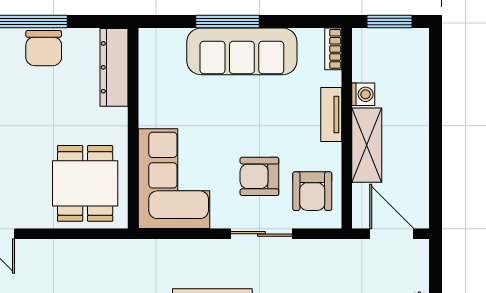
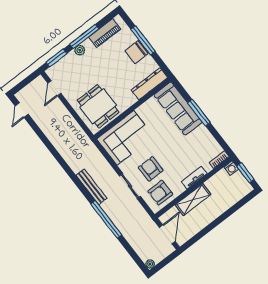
sofa: (242, 51) -> (178, 109), moved
washing machine: (363, 94) -> (231, 168), moved
dining table: (85, 183) -> (98, 106), turned 90

